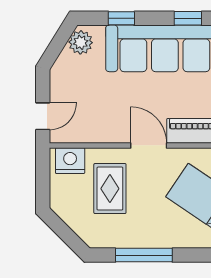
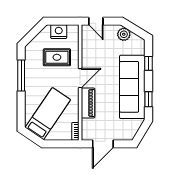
plant: (81, 42) -> (124, 34), moved
nightstand: (70, 161) -> (59, 32), moved, turned -90

